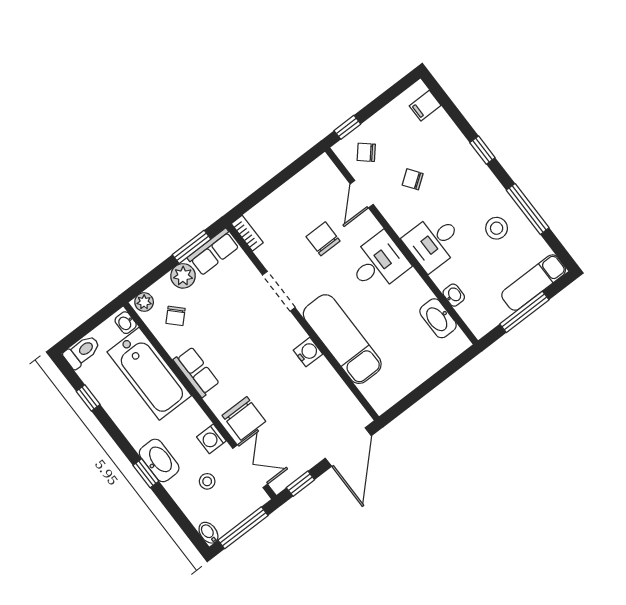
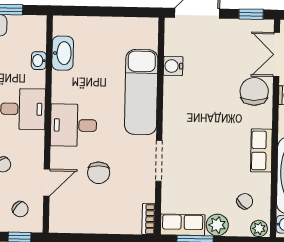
water cooler: (308, 352) -> (173, 66), moved

